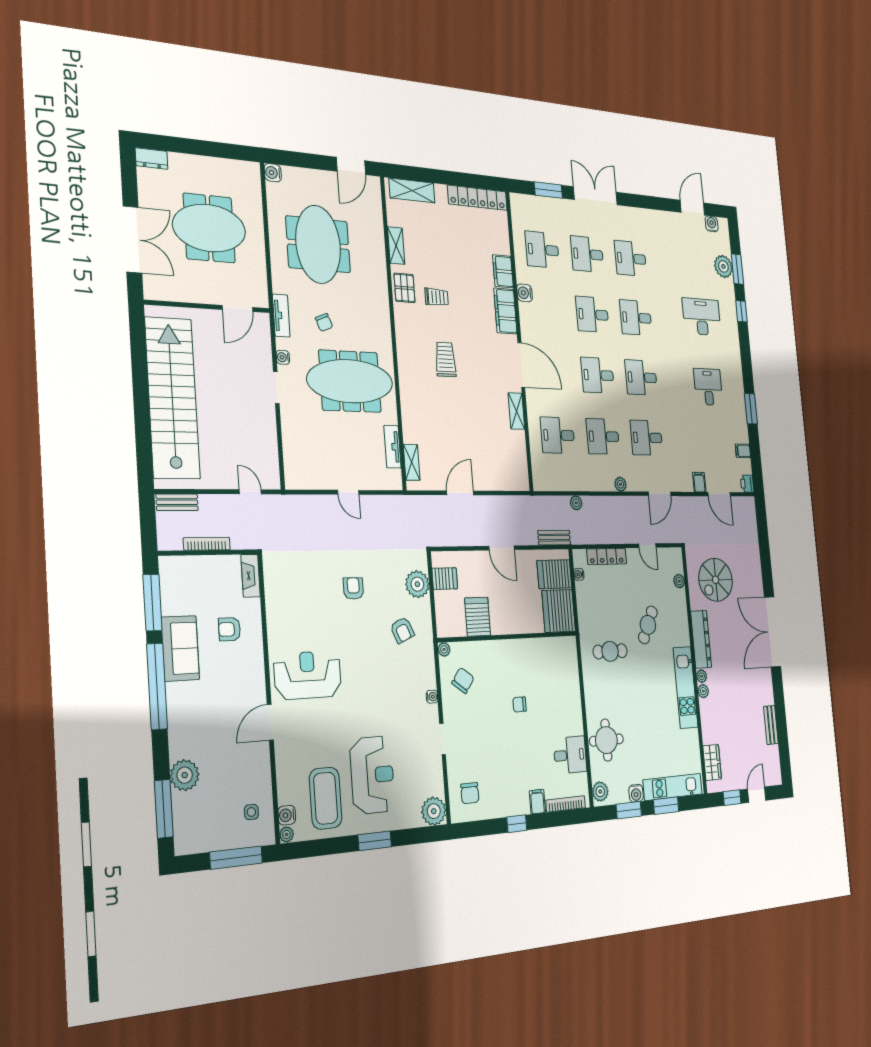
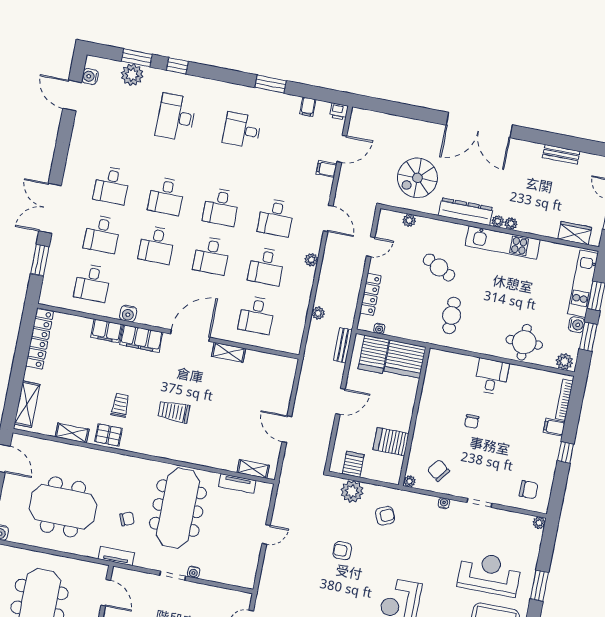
water cooler: (283, 357) -> (194, 572), moved
spiral stairs: (716, 580) -> (417, 178), turned 90
desk: (570, 755) -> (492, 377), moved
plant: (434, 811) -> (539, 523), width x0.53, depth x0.53

